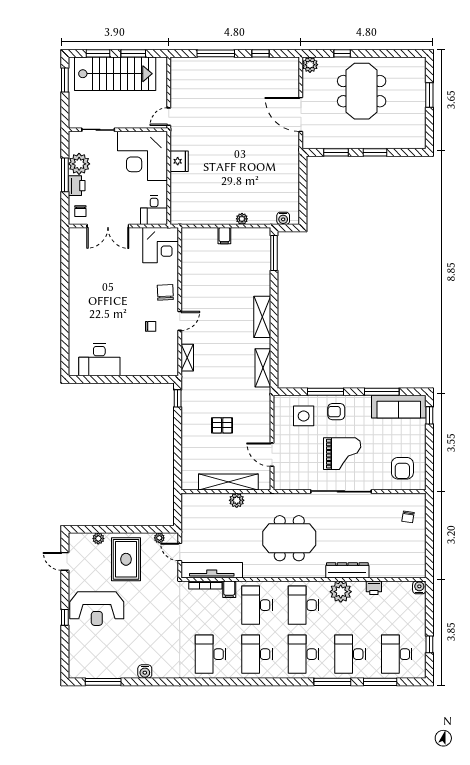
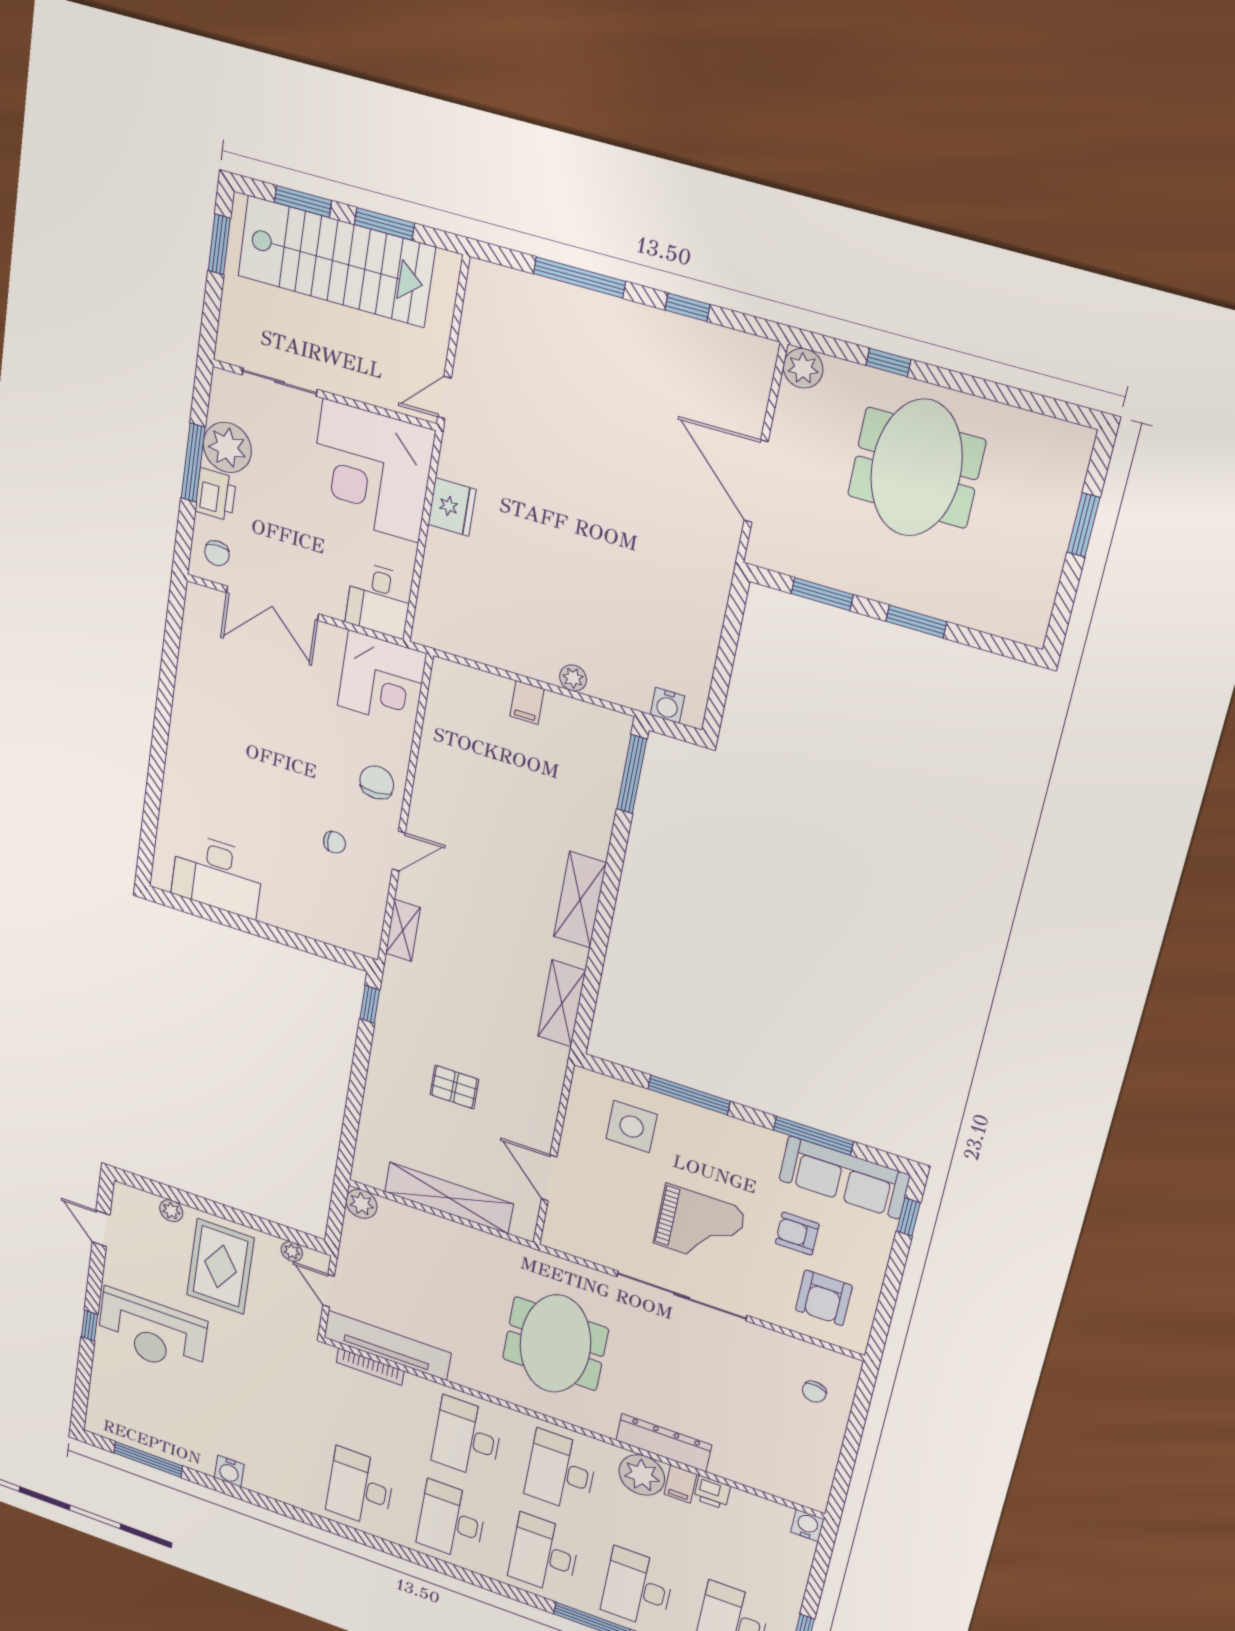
armchair: (336, 412) -> (797, 1234), moved
plant: (237, 500) -> (361, 1204), moved
meeting table: (289, 538) -> (555, 1344), turned 90
filing cabinet: (229, 589) -> (680, 1484), moved

